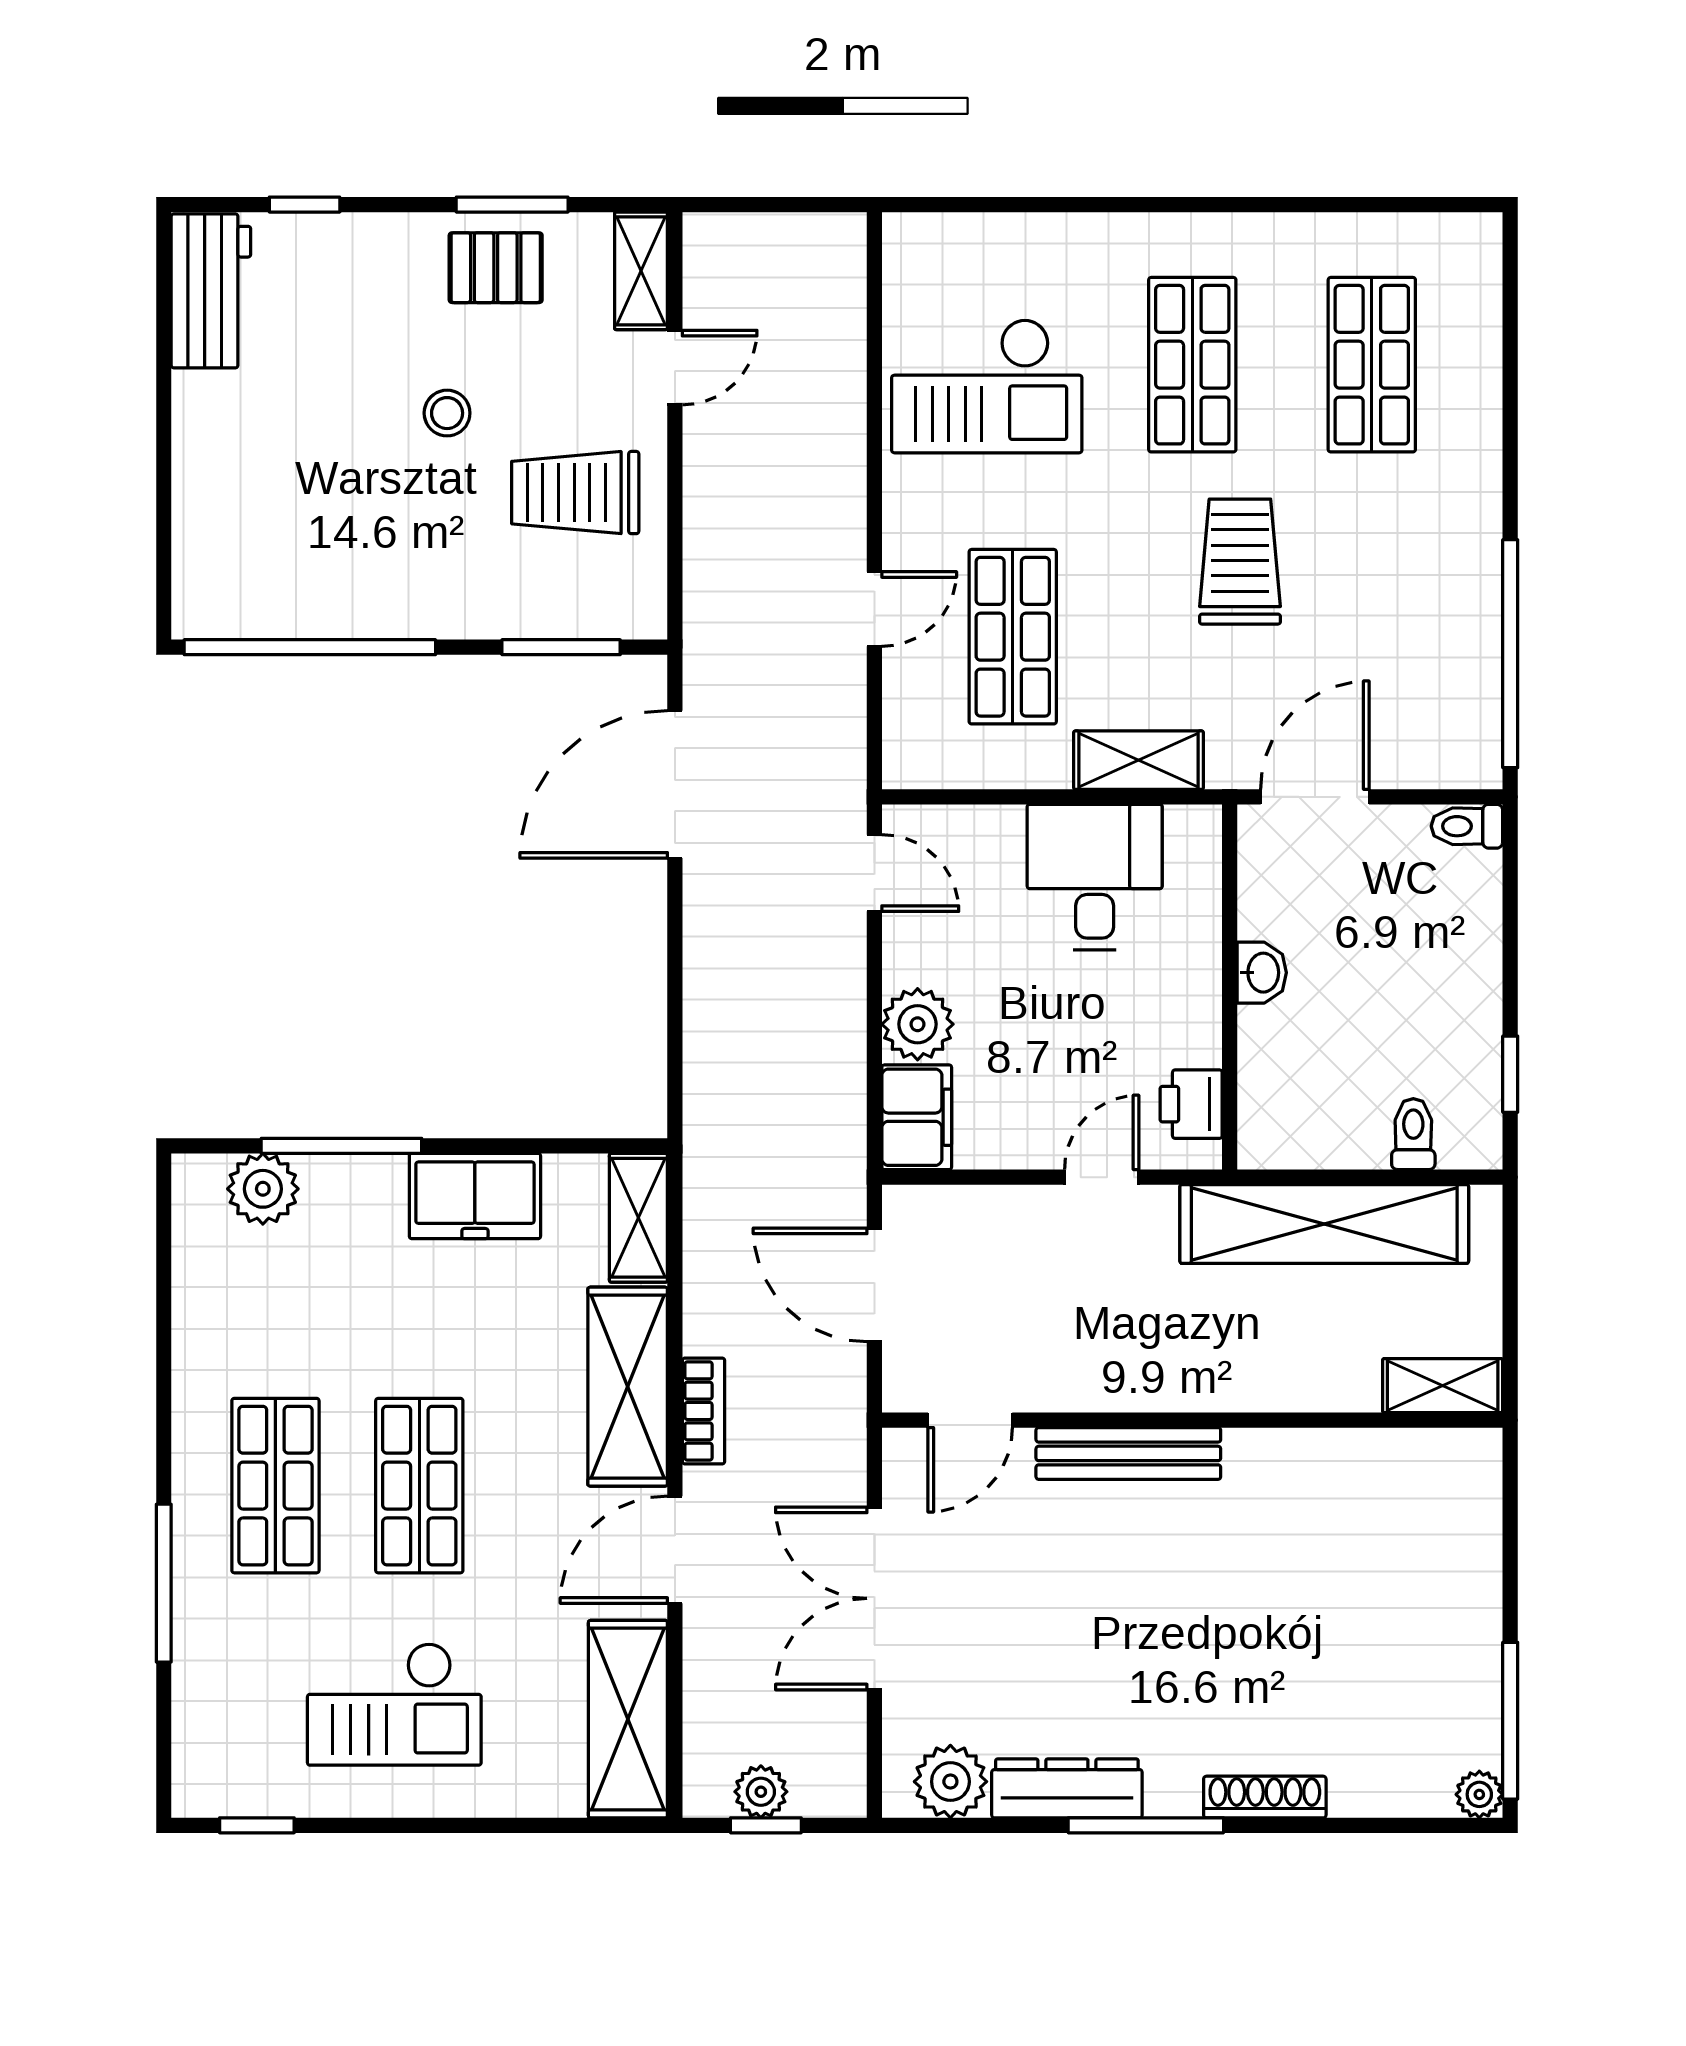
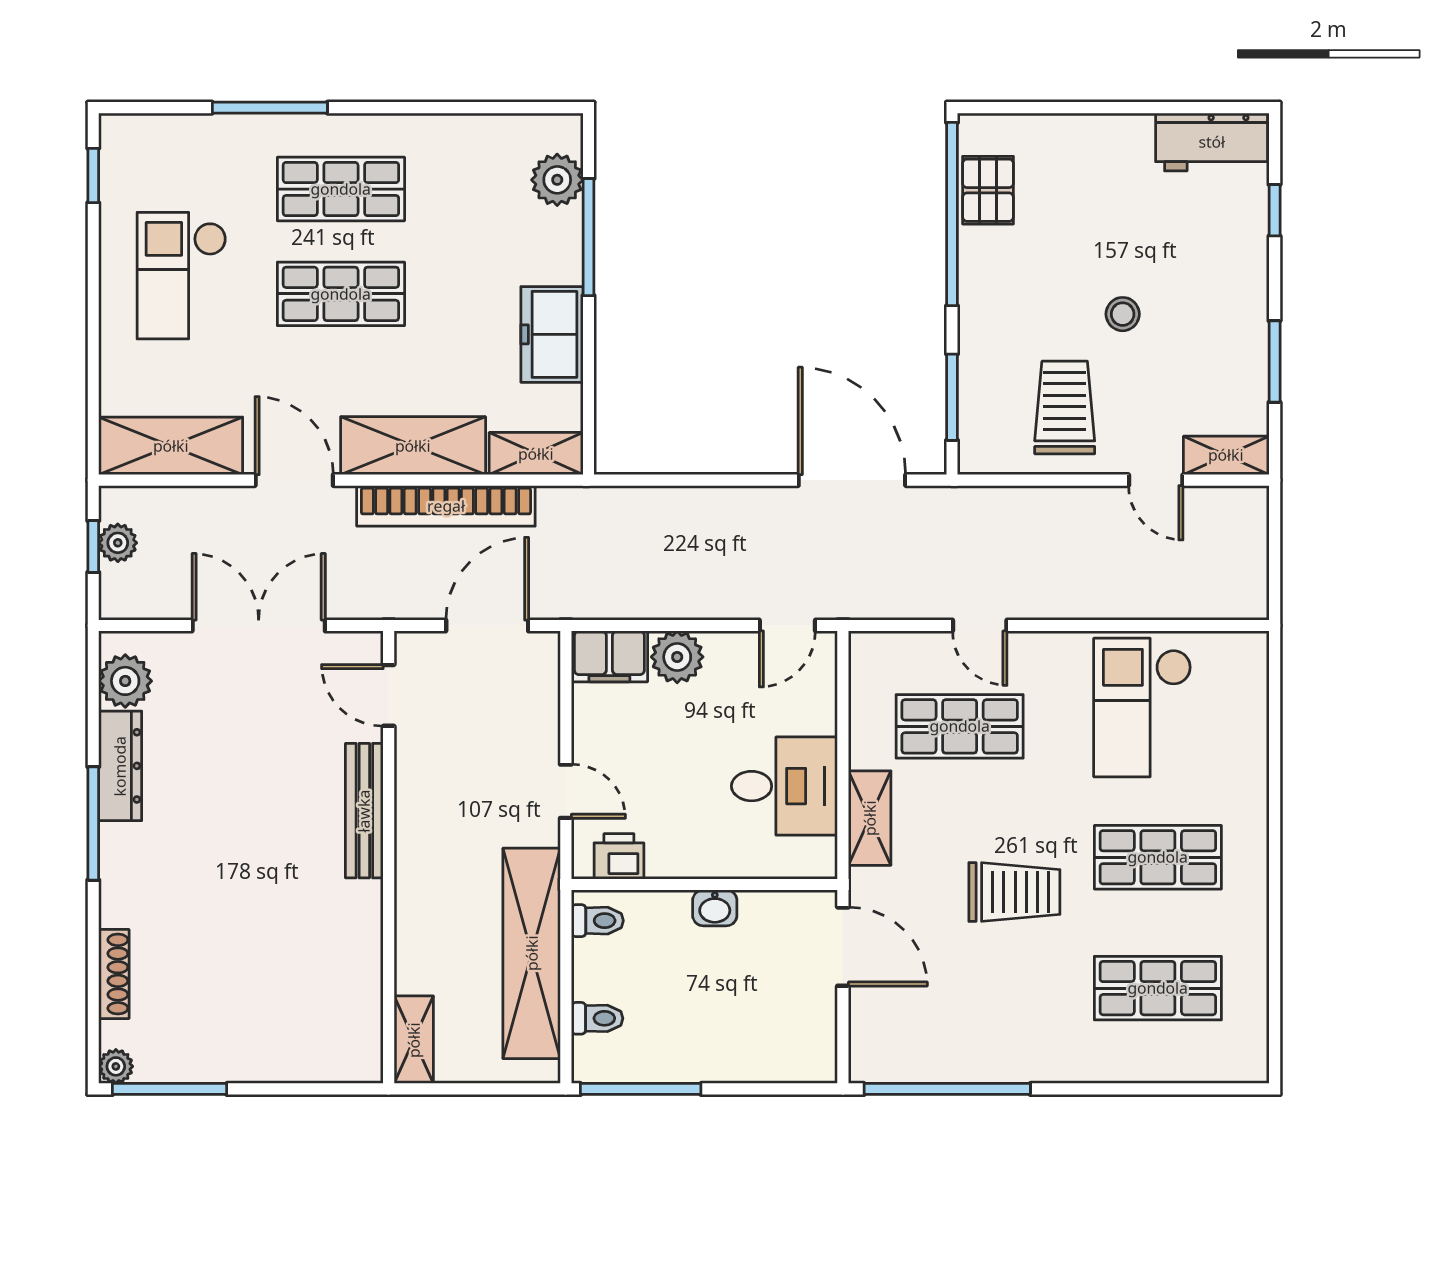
pallet: (496, 268) -> (988, 190), moved
toilet: (1467, 826) -> (597, 921), moved, turned 90
window: (1510, 1074) -> (641, 1089), width x2.17
bookcase: (704, 1411) -> (446, 506), width x2.31, depth x1.31
shoe rack: (1265, 1797) -> (114, 974), moved

